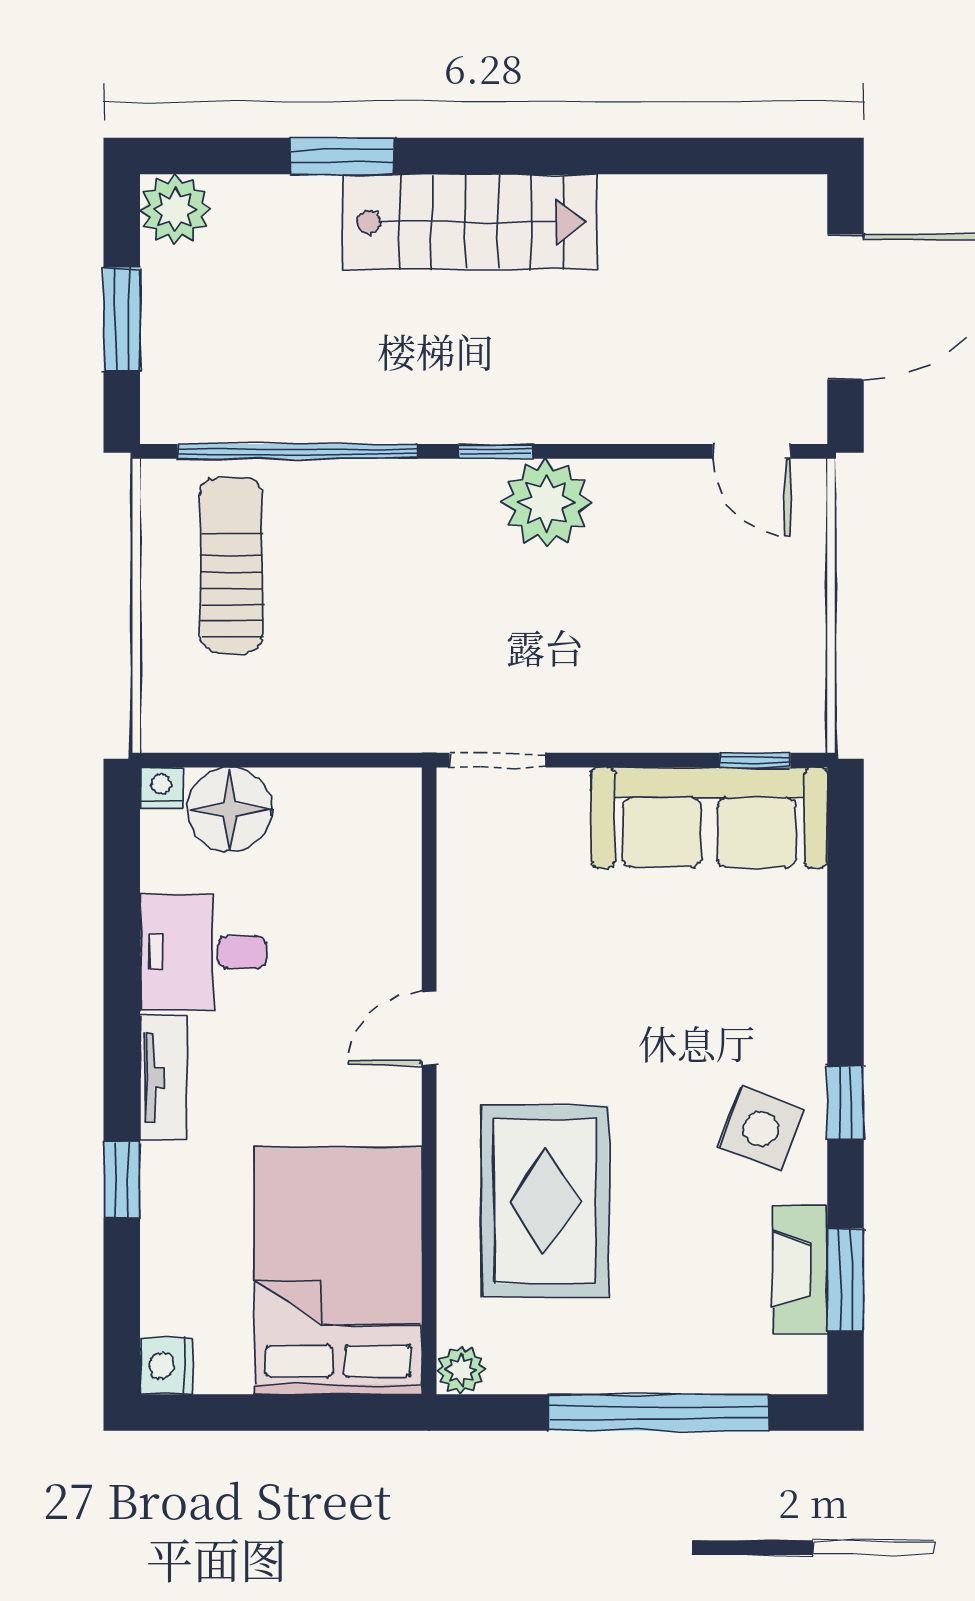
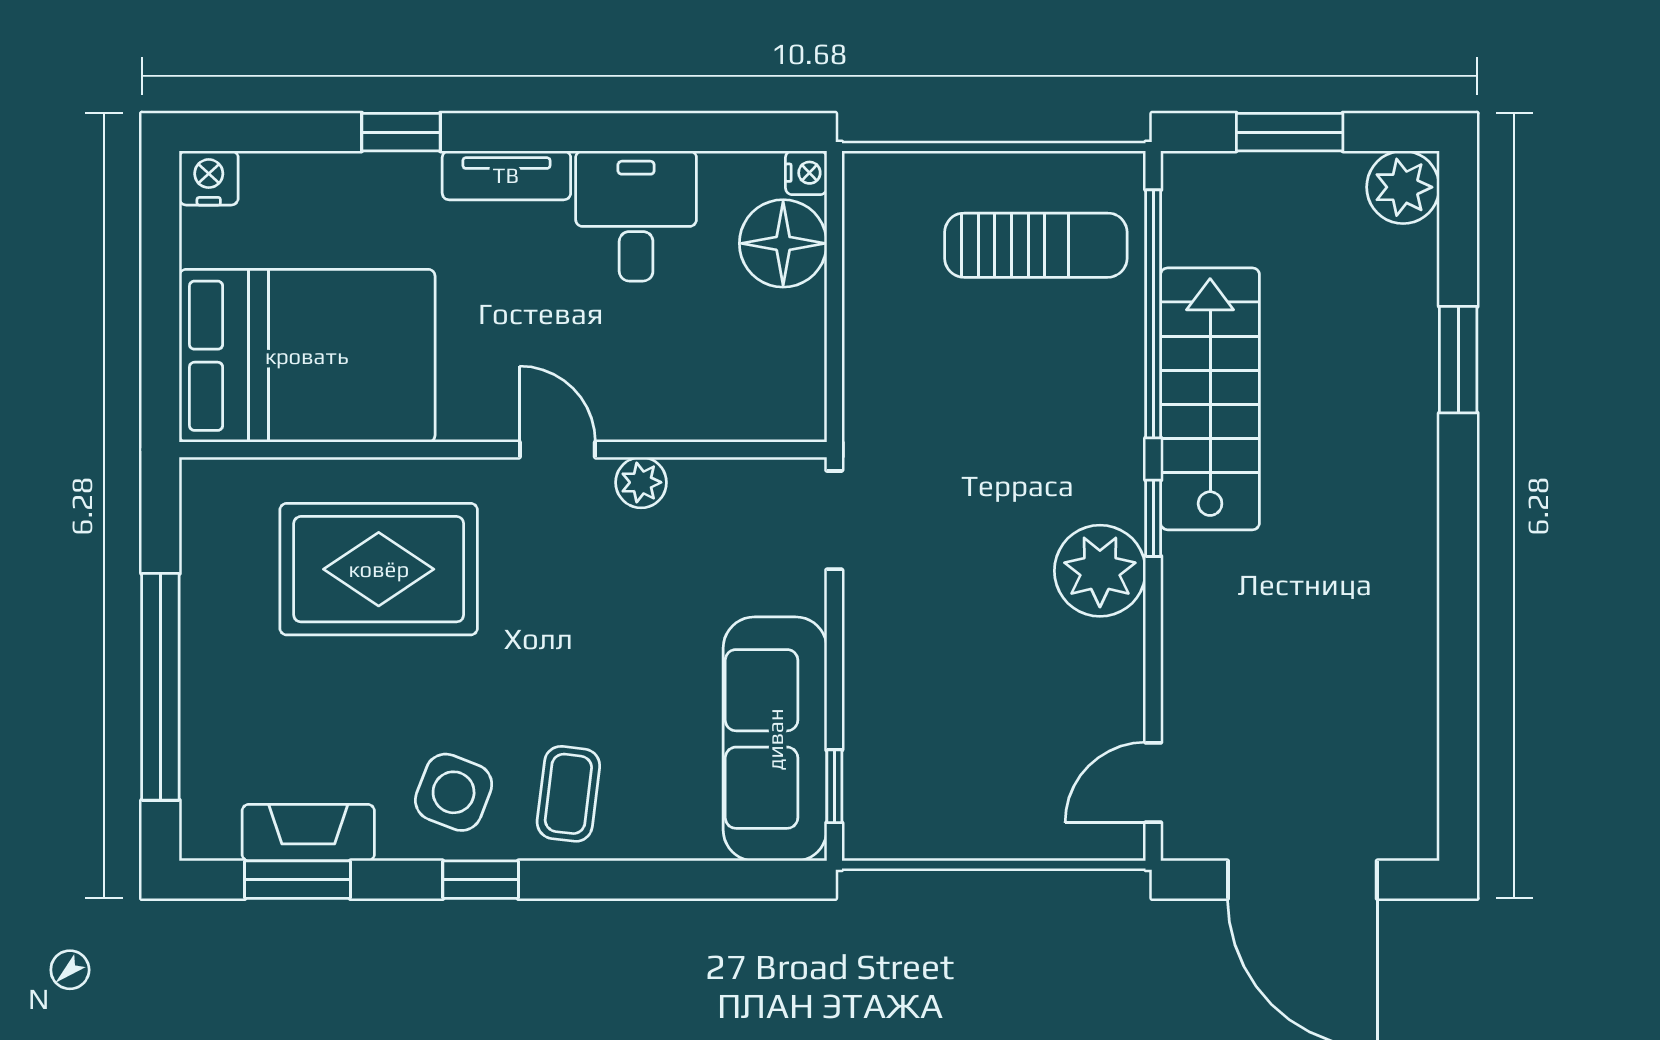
stairs: (470, 222) -> (1210, 399), moved, turned 180
coffee table: (762, 1018) -> (568, 794), added
plant: (461, 1370) -> (641, 482), moved

